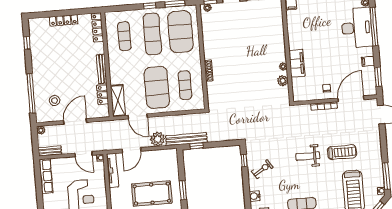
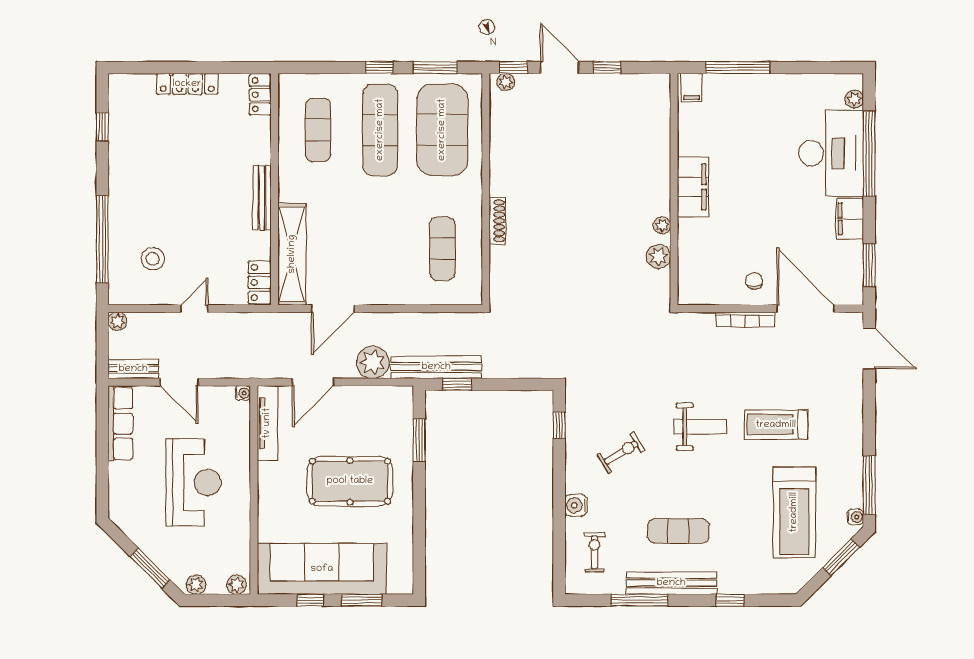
locker: (97, 28) -> (260, 95), width x0.66
filing cabinet: (368, 61) -> (850, 219), width x2.00
filing cabinet: (297, 63) -> (693, 187), moved
exercise mat: (157, 87) -> (380, 249), removed
locker: (103, 95) -> (260, 282), moved
door: (351, 99) -> (805, 309), hinge flipped
shelving: (118, 101) -> (292, 254), width x1.47
door: (138, 116) -> (333, 309), hinge flipped
door: (75, 121) -> (194, 309), width x0.53
treadmill: (342, 152) -> (776, 425), turned 180
door: (83, 154) -> (179, 382), moved
weight bench: (308, 156) -> (700, 427), turned 180
exercise bike: (262, 169) -> (621, 453), moved
window: (183, 190) -> (419, 440), moved

